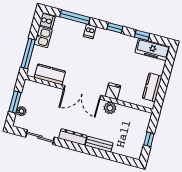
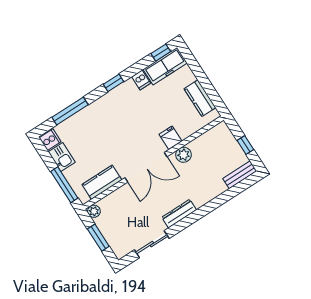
dishwasher: (90, 31) -> (141, 80), moved
window: (142, 35) -> (161, 53), moved
plant: (21, 111) -> (94, 211), moved
bench: (99, 144) -> (240, 175), moved

